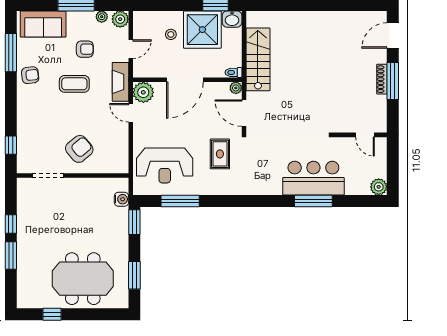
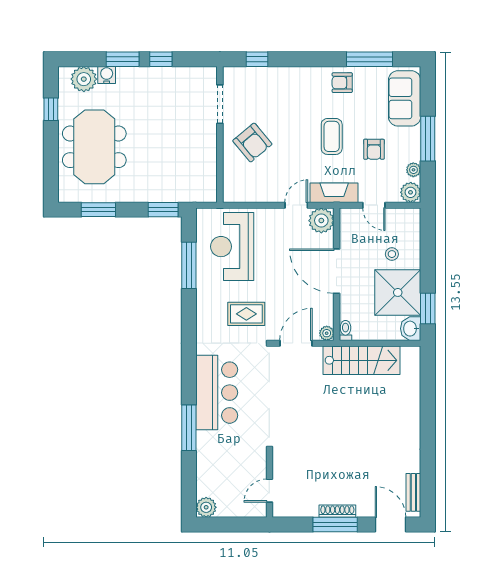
bench: (366, 17) -> (413, 492), added
armchair: (30, 75) -> (342, 83), turned 96
bar counter: (313, 178) -> (217, 393), moved
water cooler: (121, 199) -> (107, 75), moved, turned 180
plant: (27, 287) -> (84, 79), added

